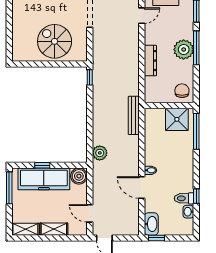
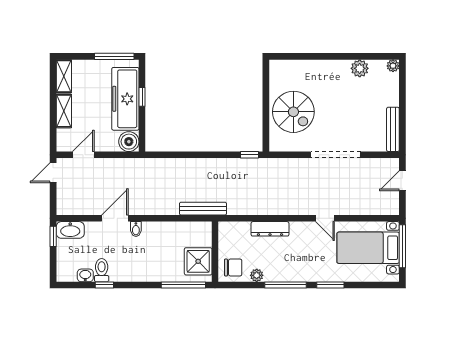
spiral stairs: (55, 41) -> (293, 112), turned 90
plant: (184, 50) -> (257, 275), moved, width x0.53, depth x0.53
plant: (100, 153) -> (157, 167), removed

